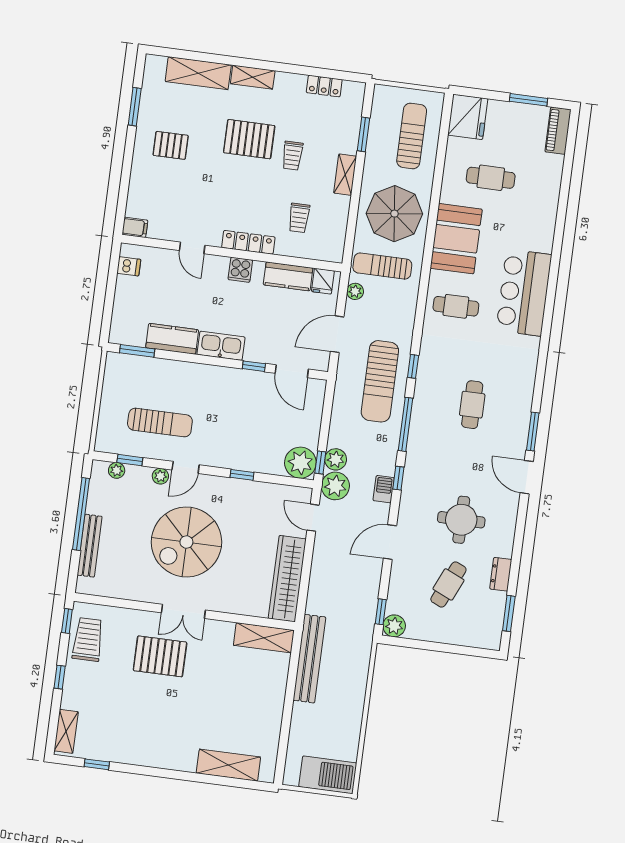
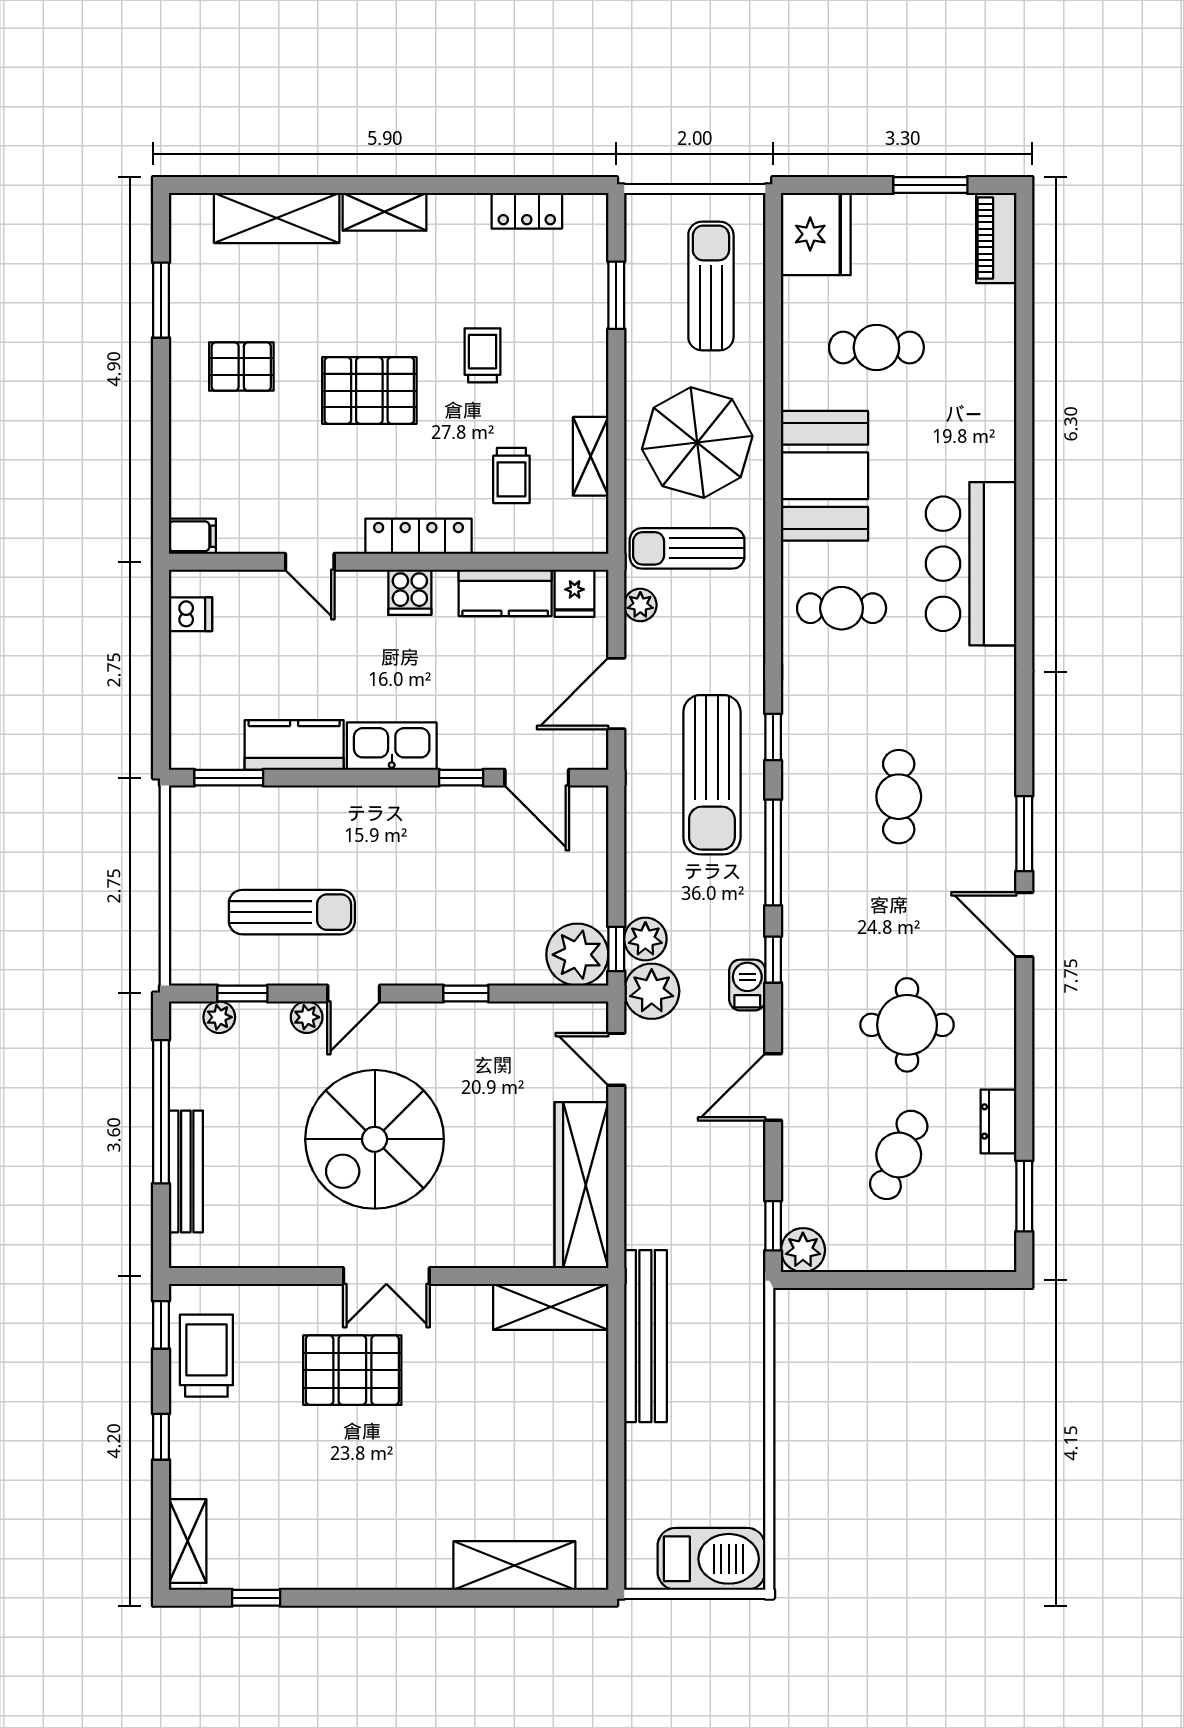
pallet: (249, 139) -> (369, 391), moved
trolley: (292, 156) -> (483, 355), turned 180
shelving: (345, 175) -> (591, 456), moved

